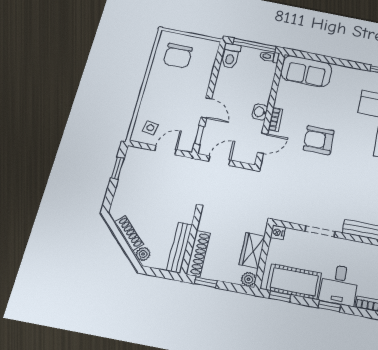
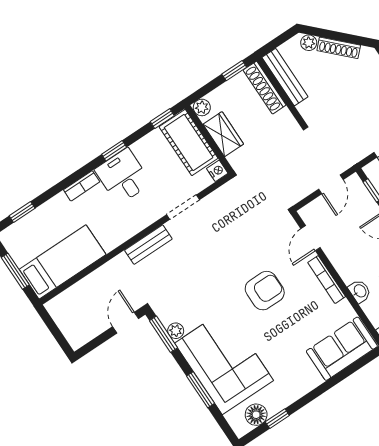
washbasin: (260, 112) -> (360, 291), moved
bookcase: (276, 119) -> (327, 280), width x1.56
cot: (294, 282) -> (189, 143), moved, turned 90

